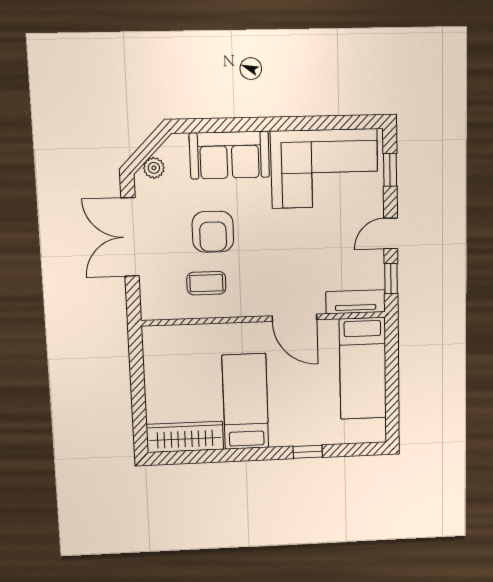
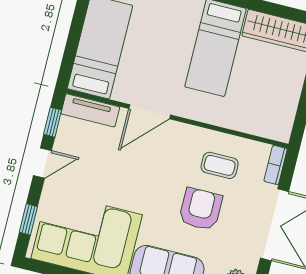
bookcase: (148, 300) -> (276, 165), added
door: (294, 318) -> (150, 112), swing flipped

